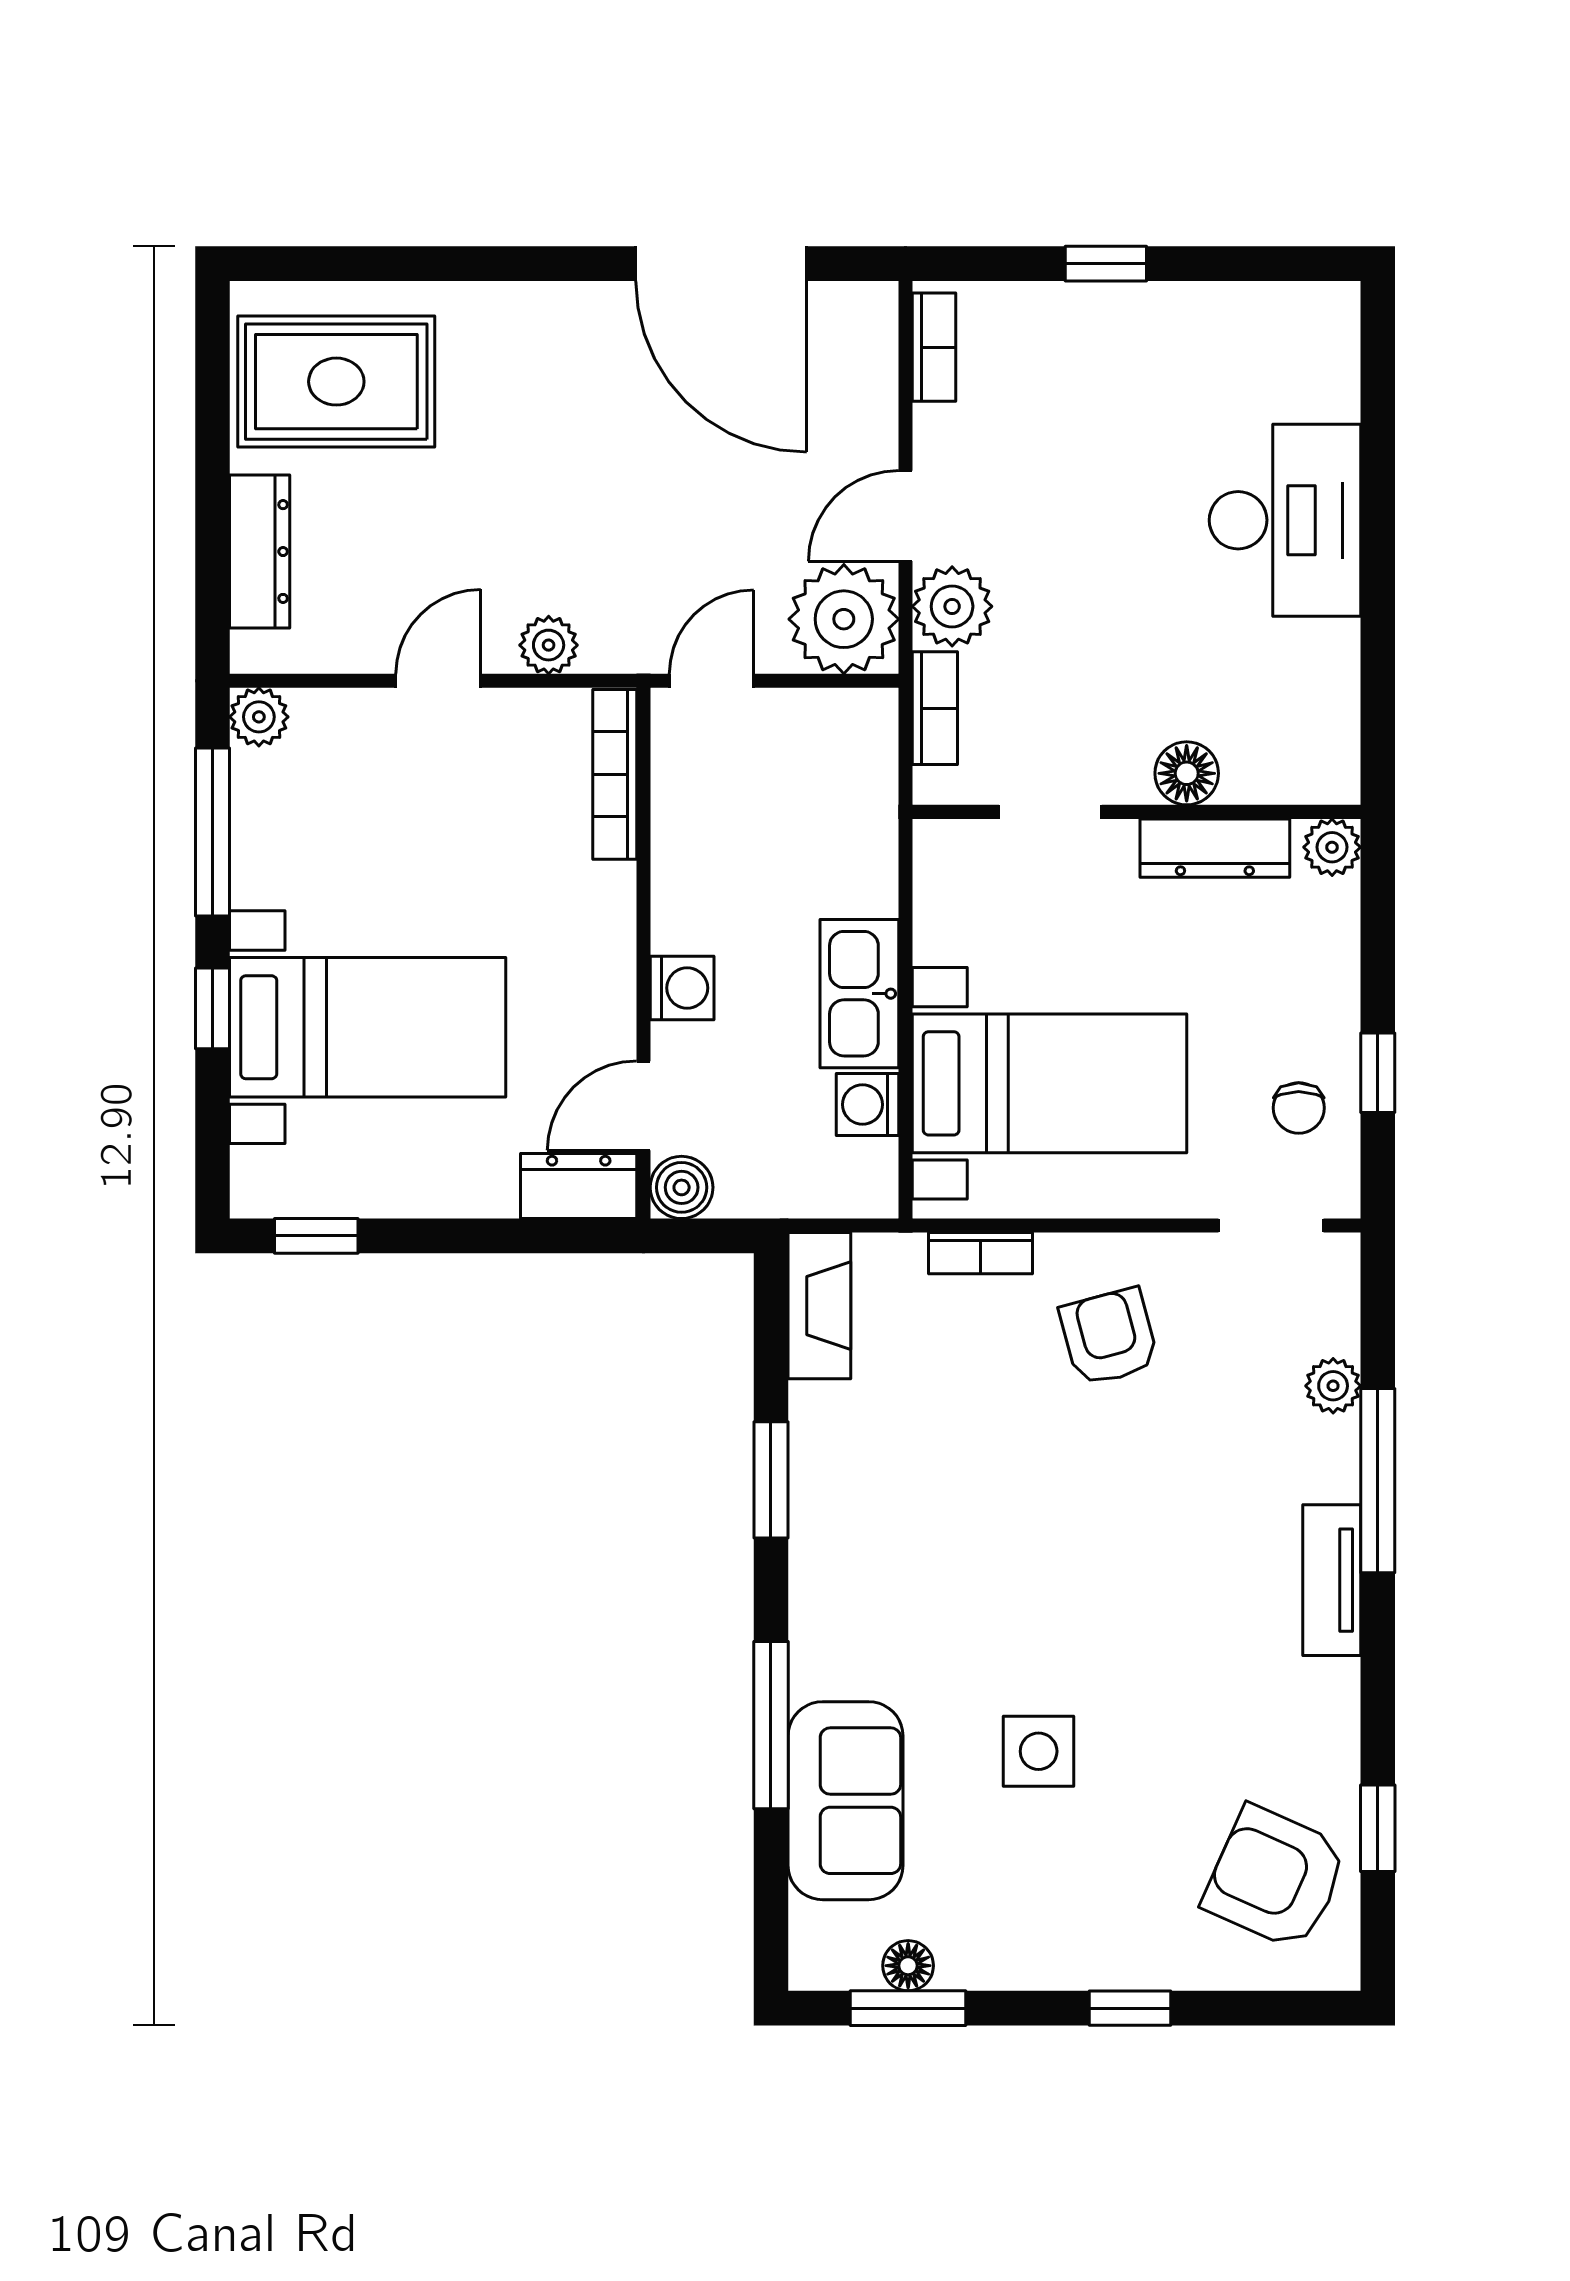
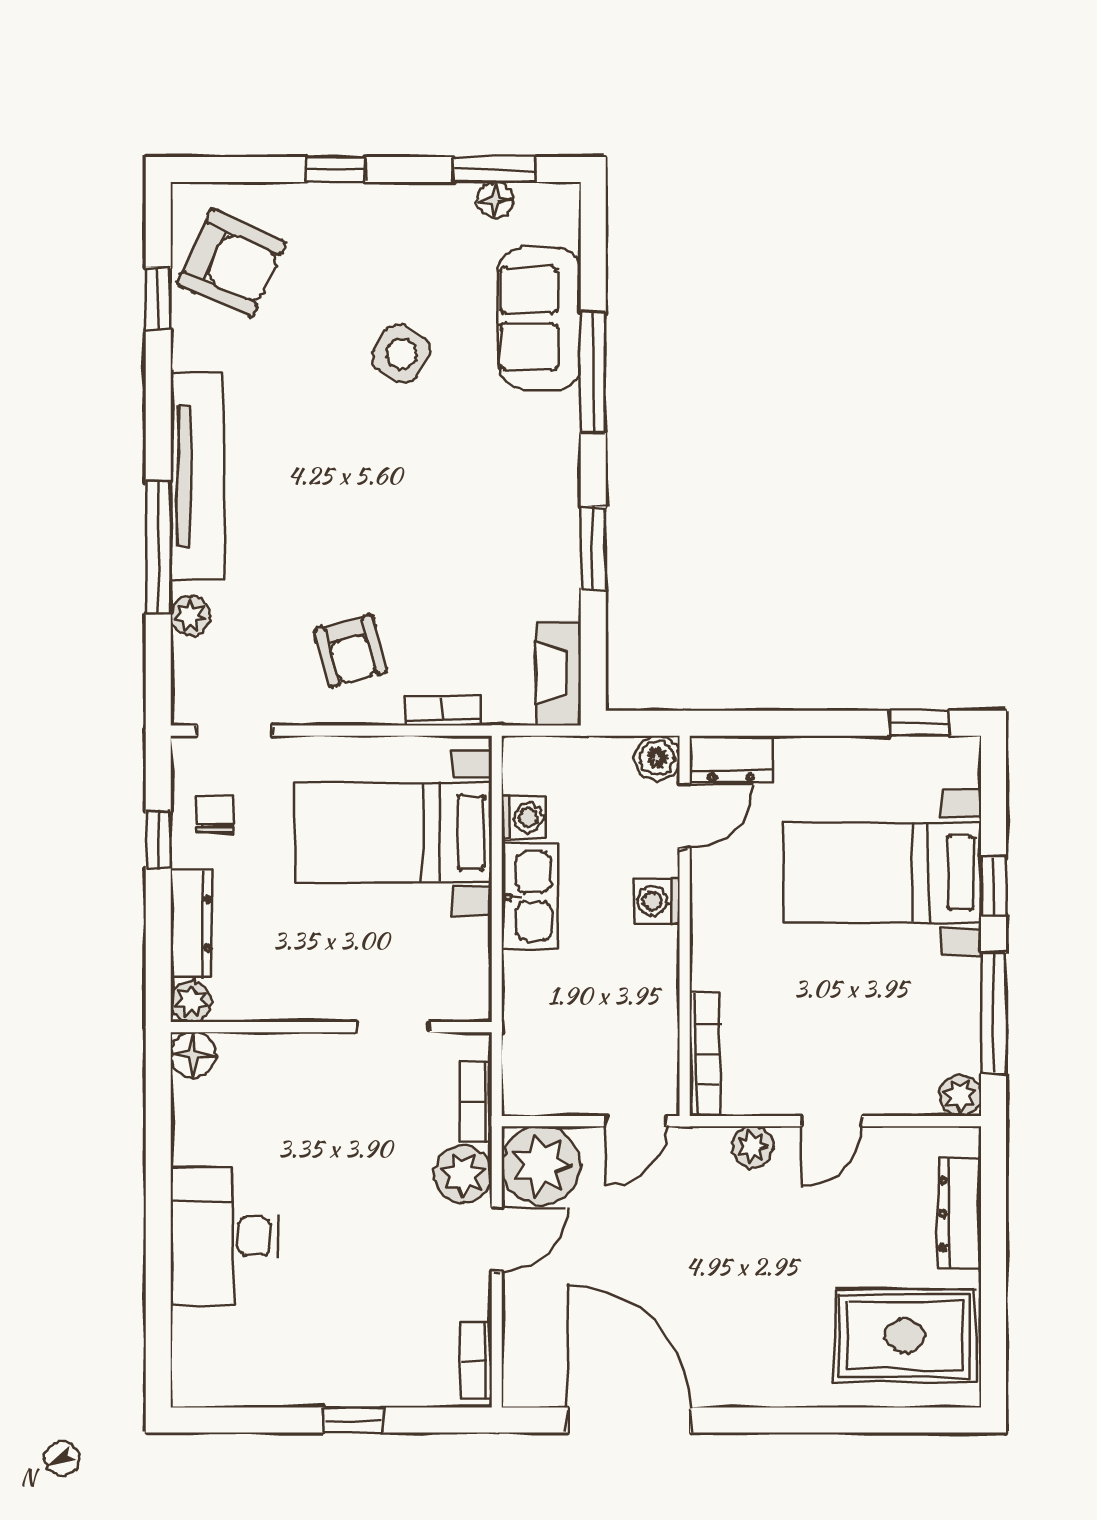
floor lamp: (1187, 773) -> (193, 1055), moved
dresser: (1215, 848) -> (192, 924), moved, turned 90
tv unit: (1332, 1580) -> (197, 476), width x1.92, depth x1.29
side table: (1039, 1751) -> (401, 354), turned 32

